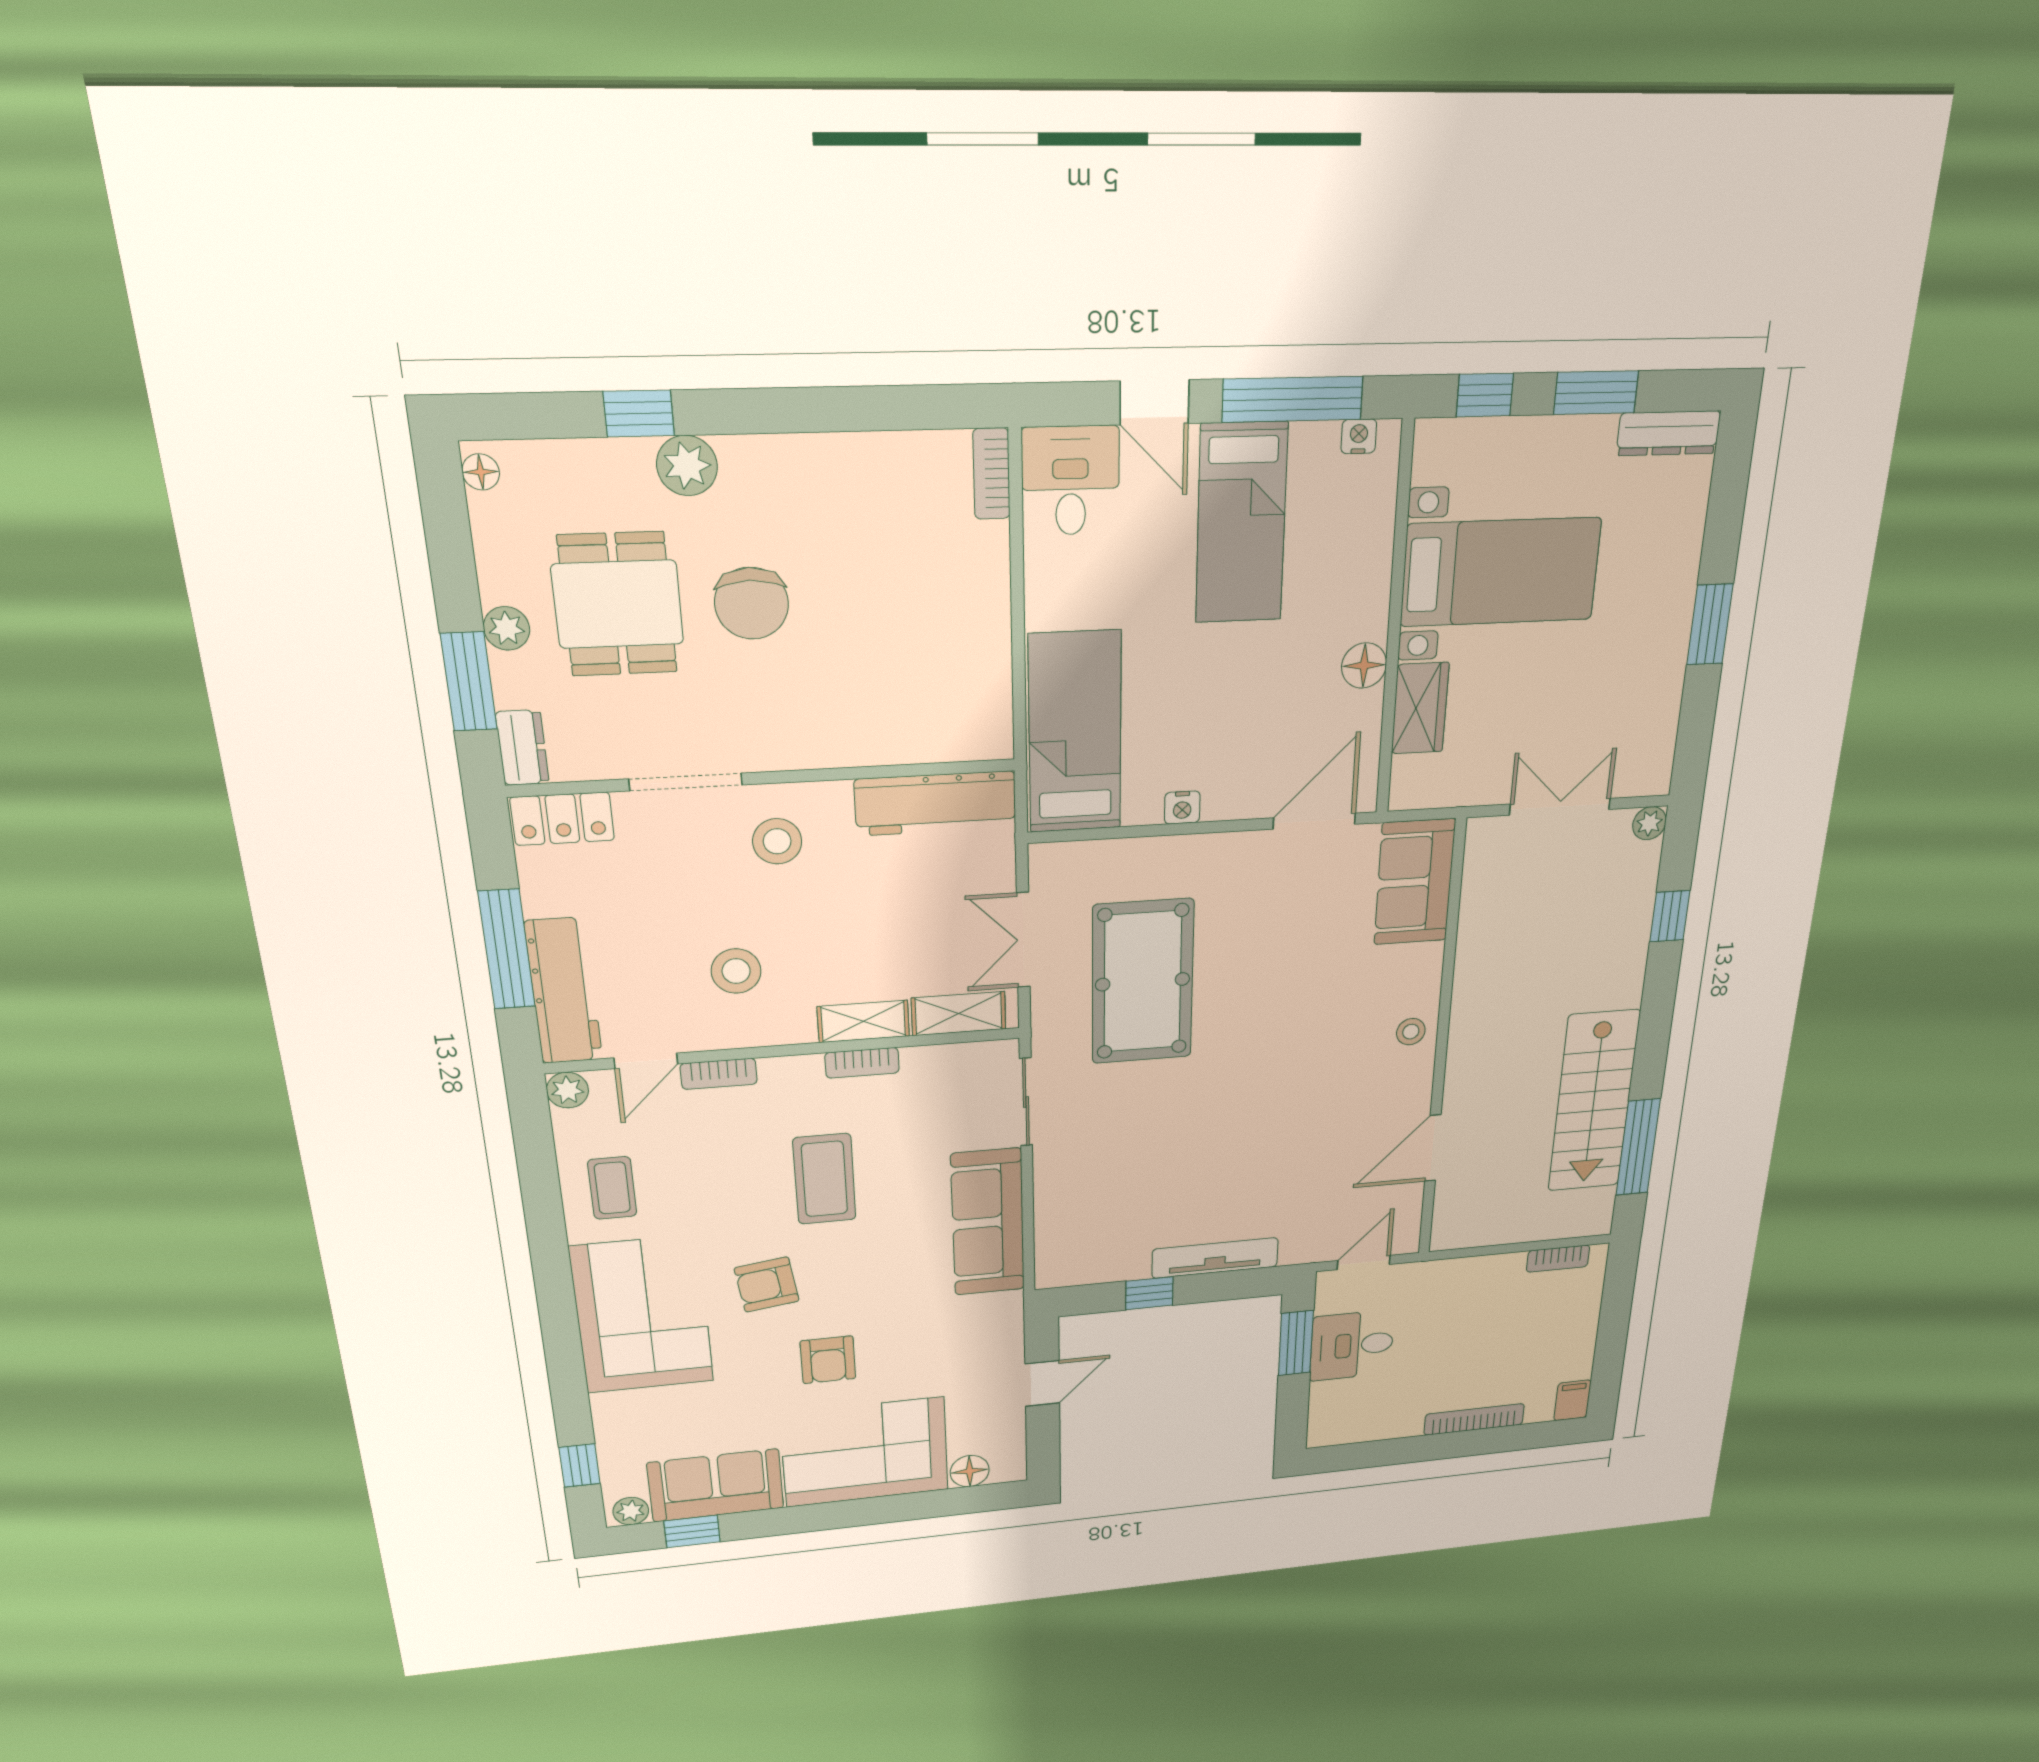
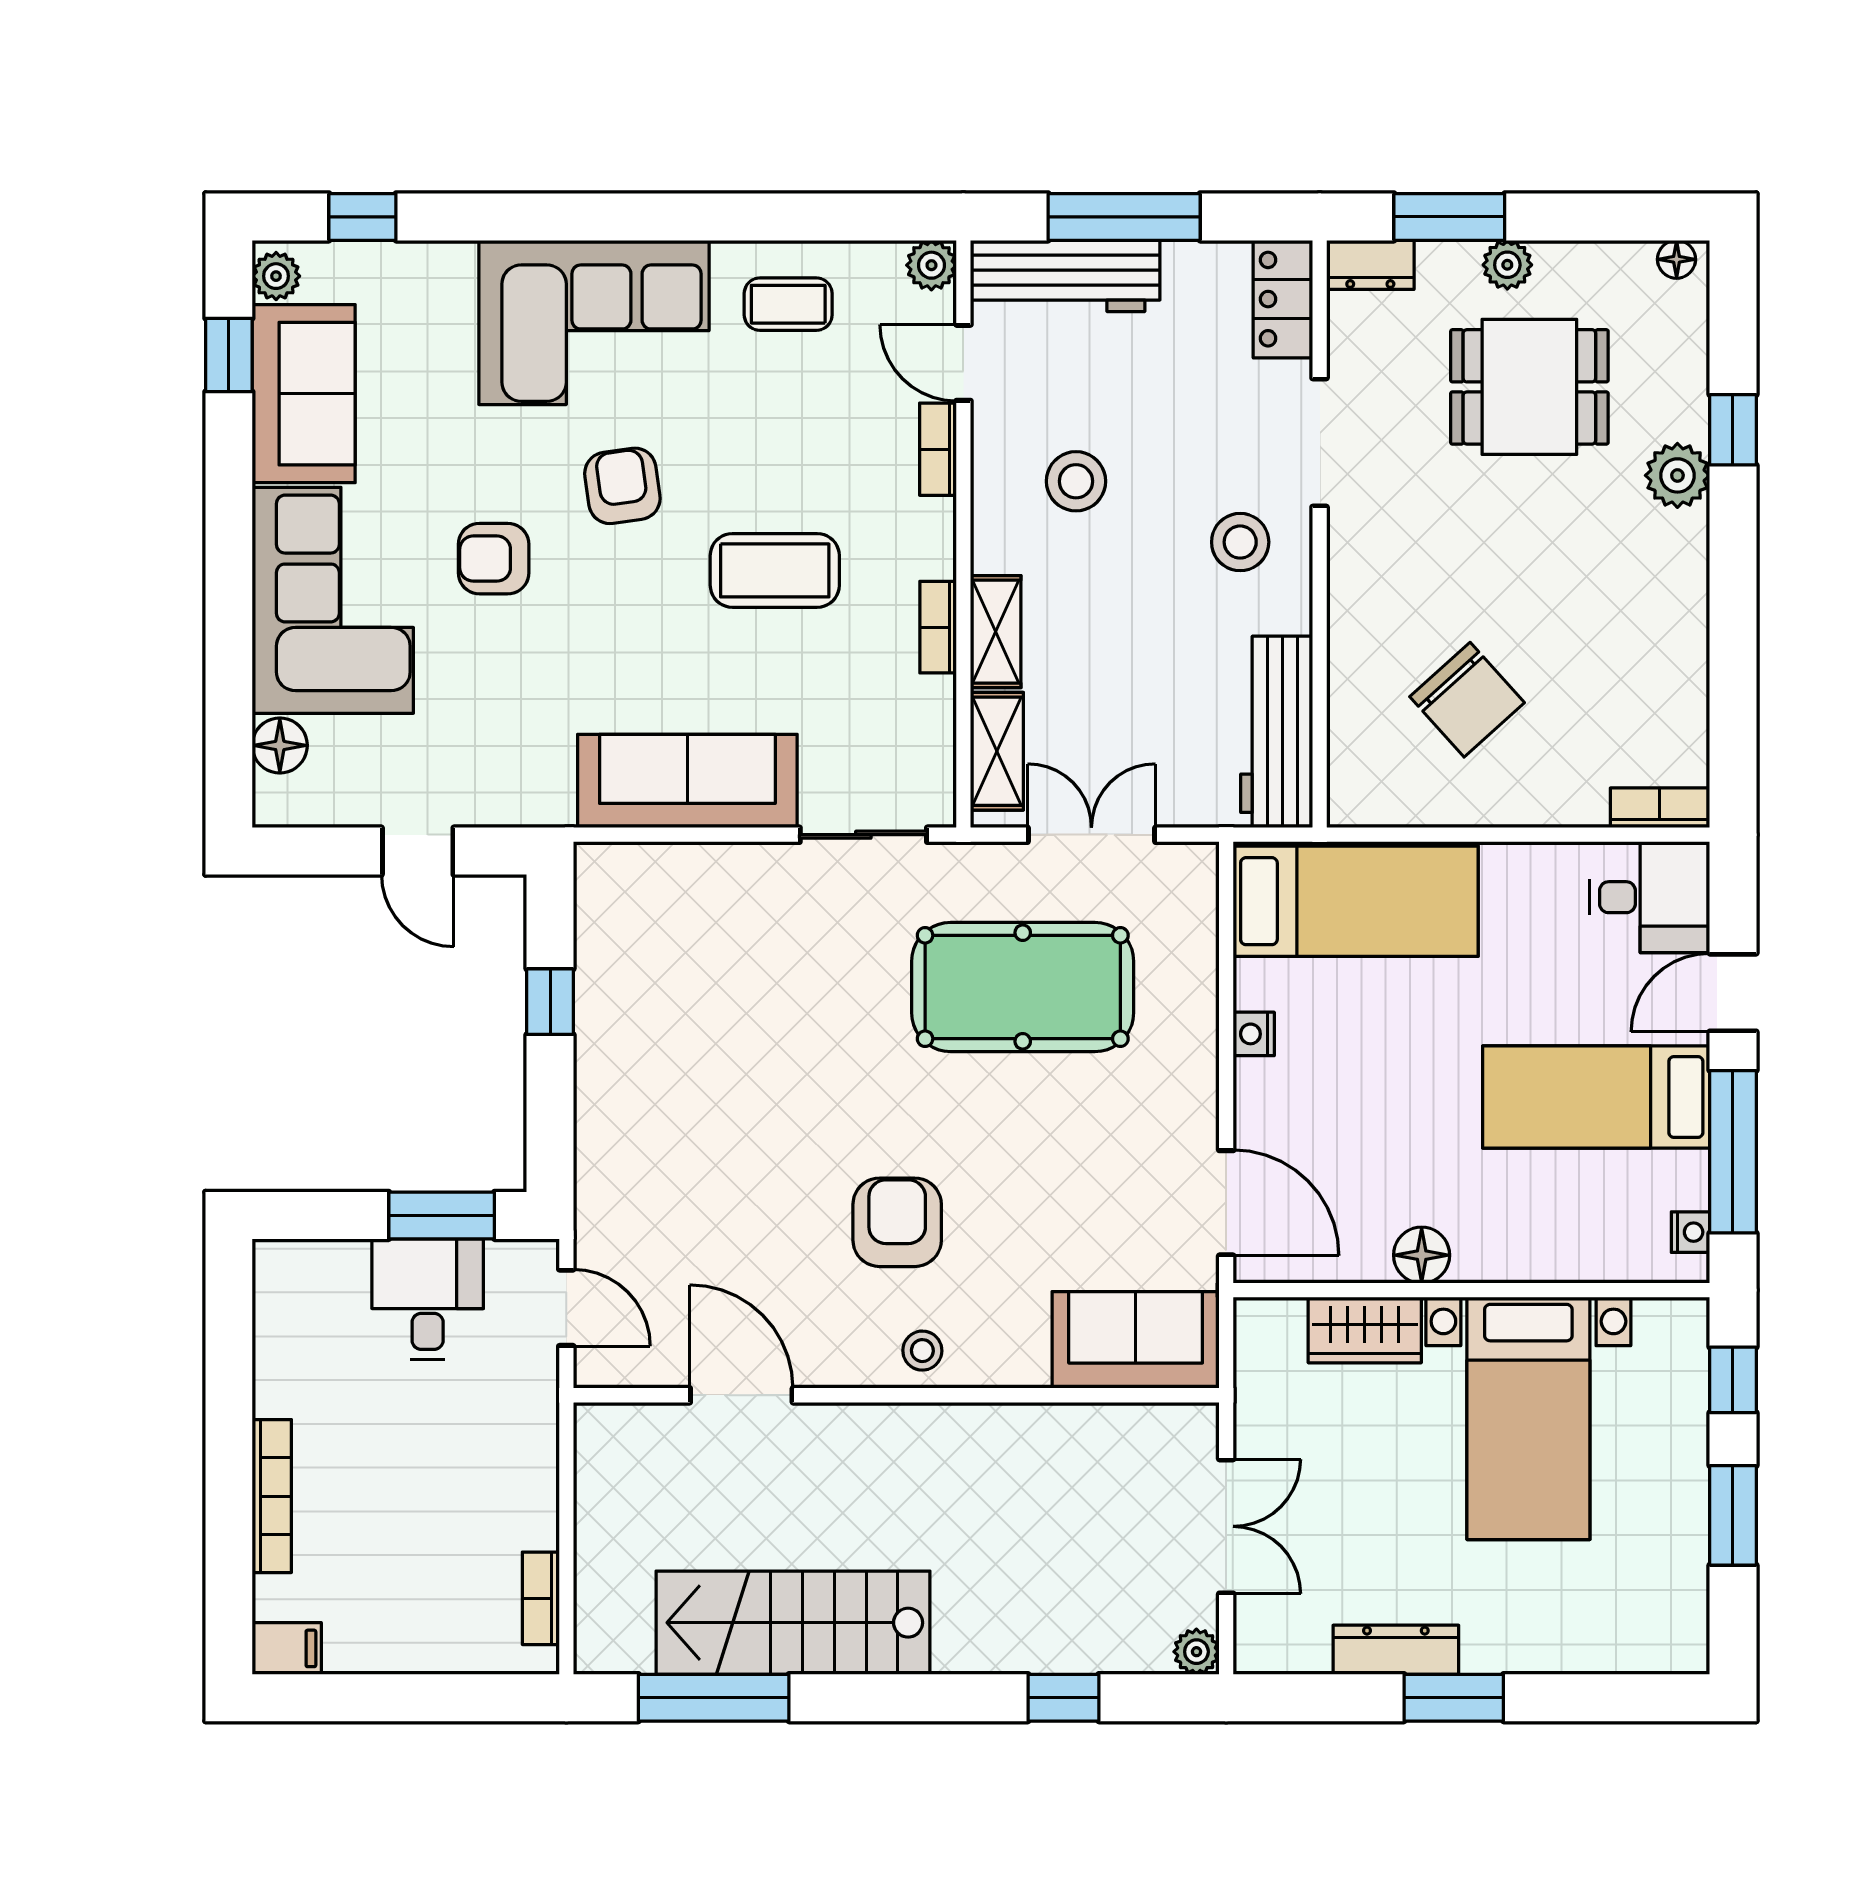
dresser: (1668, 433) -> (1396, 1650), moved, turned 90
chair: (752, 603) -> (1467, 700), moved, turned -132
armchair: (1316, 1056) -> (897, 1222), added
tv unit: (1215, 1258) -> (597, 1093), removed

